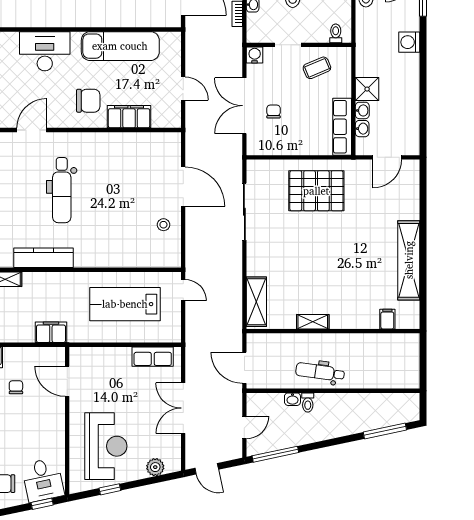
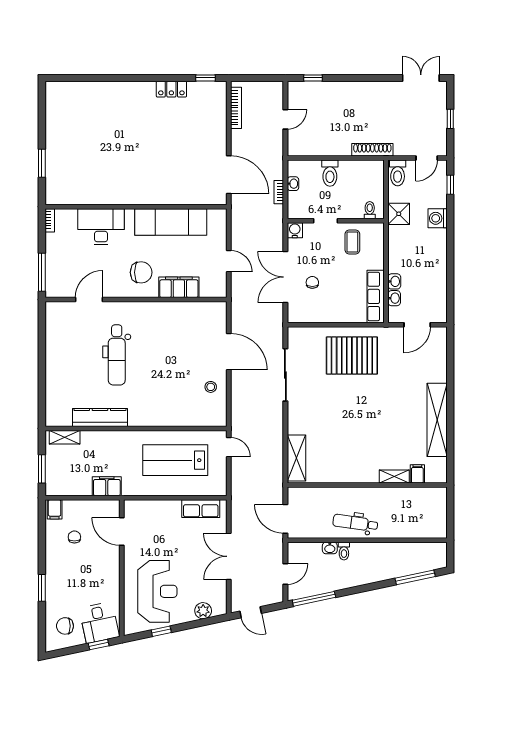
coffee table: (317, 68) -> (352, 242), turned -67
shower: (367, 89) -> (399, 214), moved
shelving: (313, 322) -> (394, 476), moved

